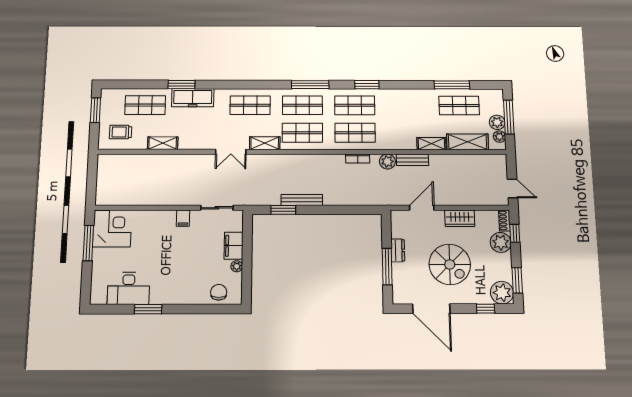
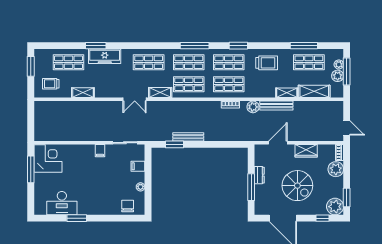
trolley: (404, 106) -> (267, 63), added
plant: (499, 137) -> (339, 64), moved
bench: (412, 160) -> (276, 106), width x1.36
window: (515, 233) -> (347, 162), removed
filing cabinet: (234, 246) -> (138, 166), width x0.50

